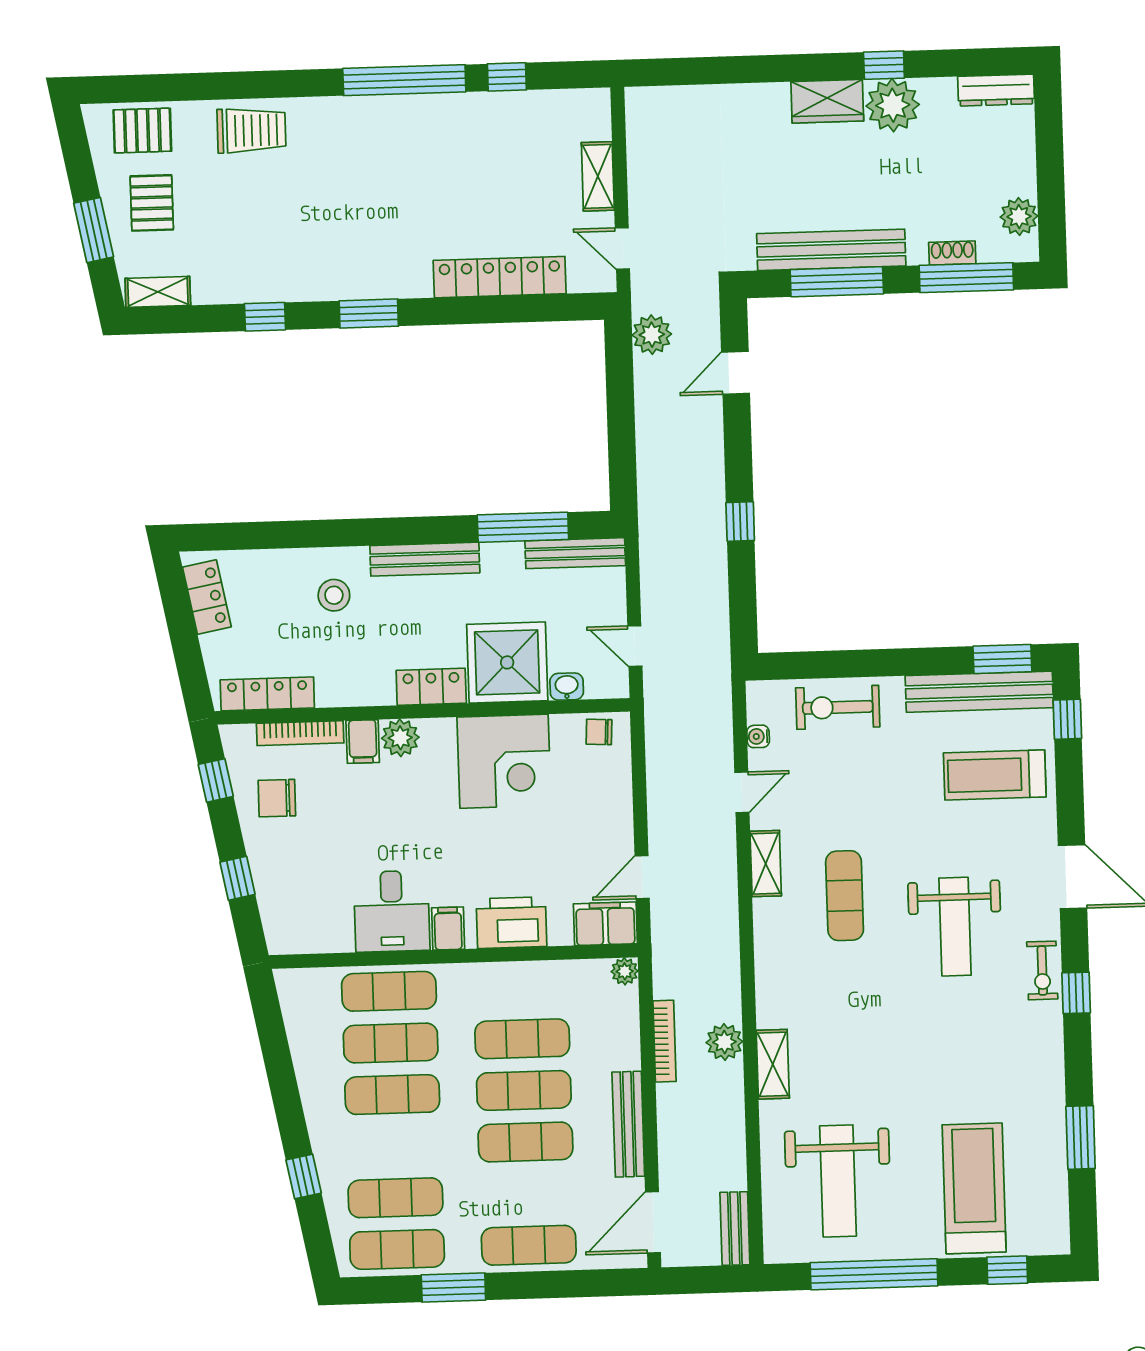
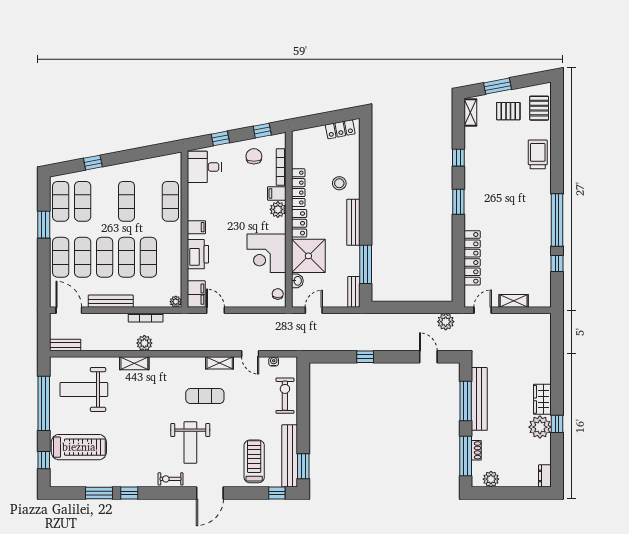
dresser: (996, 90) -> (545, 476), width x0.70
trolley: (251, 130) -> (538, 154), turned 180
bench: (575, 553) -> (354, 292), width x0.73
locker: (267, 694) -> (298, 188), moved
desk: (392, 911) -> (204, 167), moved
weight bench: (955, 927) -> (190, 443), turned -90
window: (1076, 993) -> (129, 493), moved
exercise mat: (391, 1043) -> (83, 257), moved

